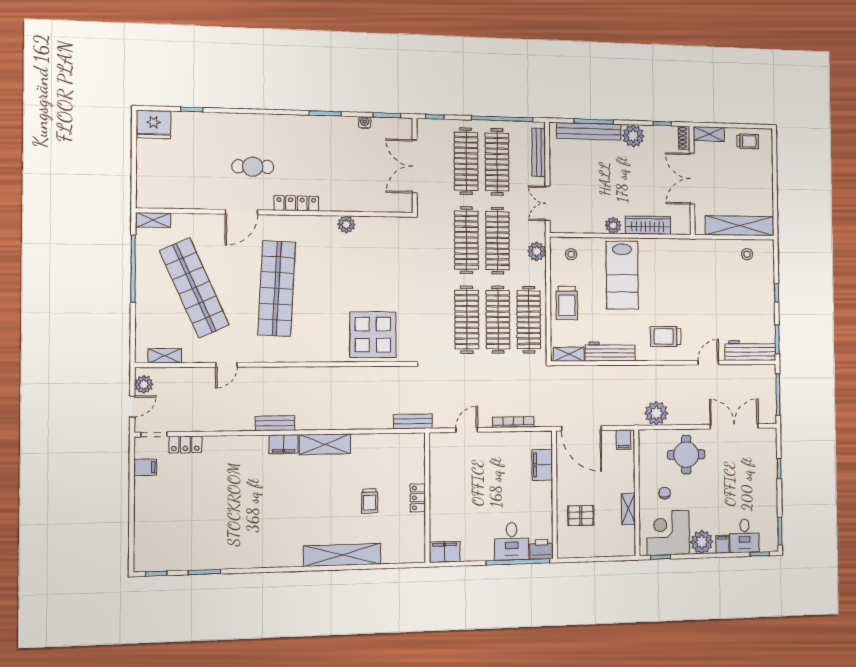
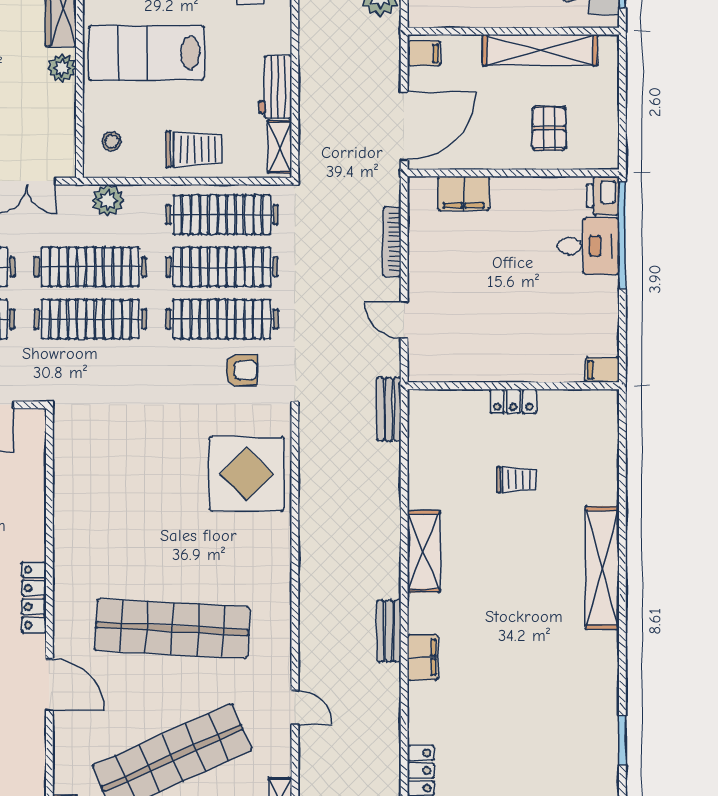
plant: (346, 224) -> (67, 517), removed
lab bench: (622, 275) -> (146, 53), turned 180
armchair: (436, 331) -> (241, 370), added
workbench: (610, 351) -> (275, 87), width x0.73
filing cabinet: (284, 444) -> (423, 657), moved
shelving: (628, 509) -> (540, 50), width x2.20, depth x1.33
filing cabinet: (445, 552) -> (602, 370), width x0.50
shelving: (342, 555) -> (602, 568), moved

